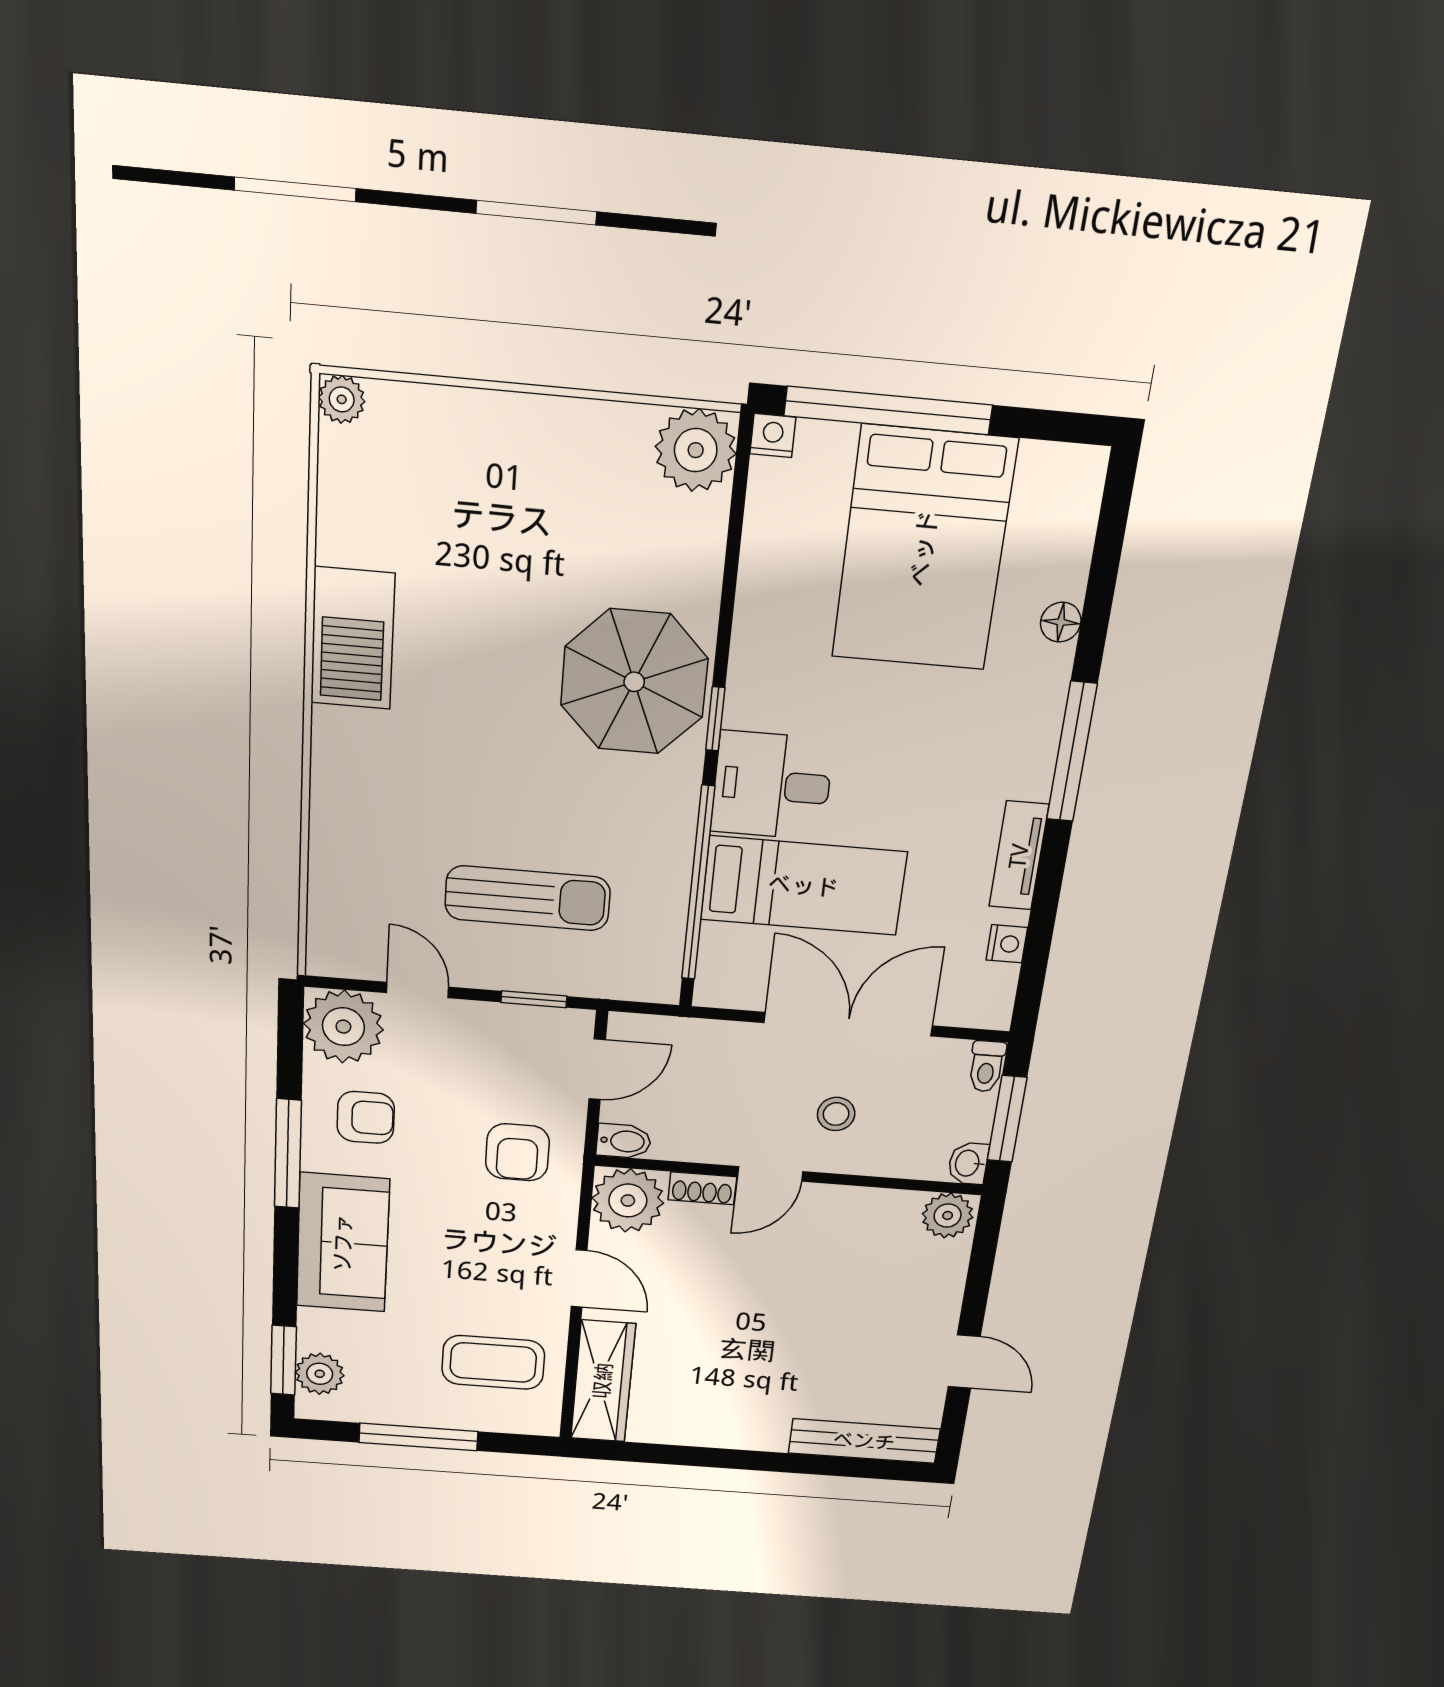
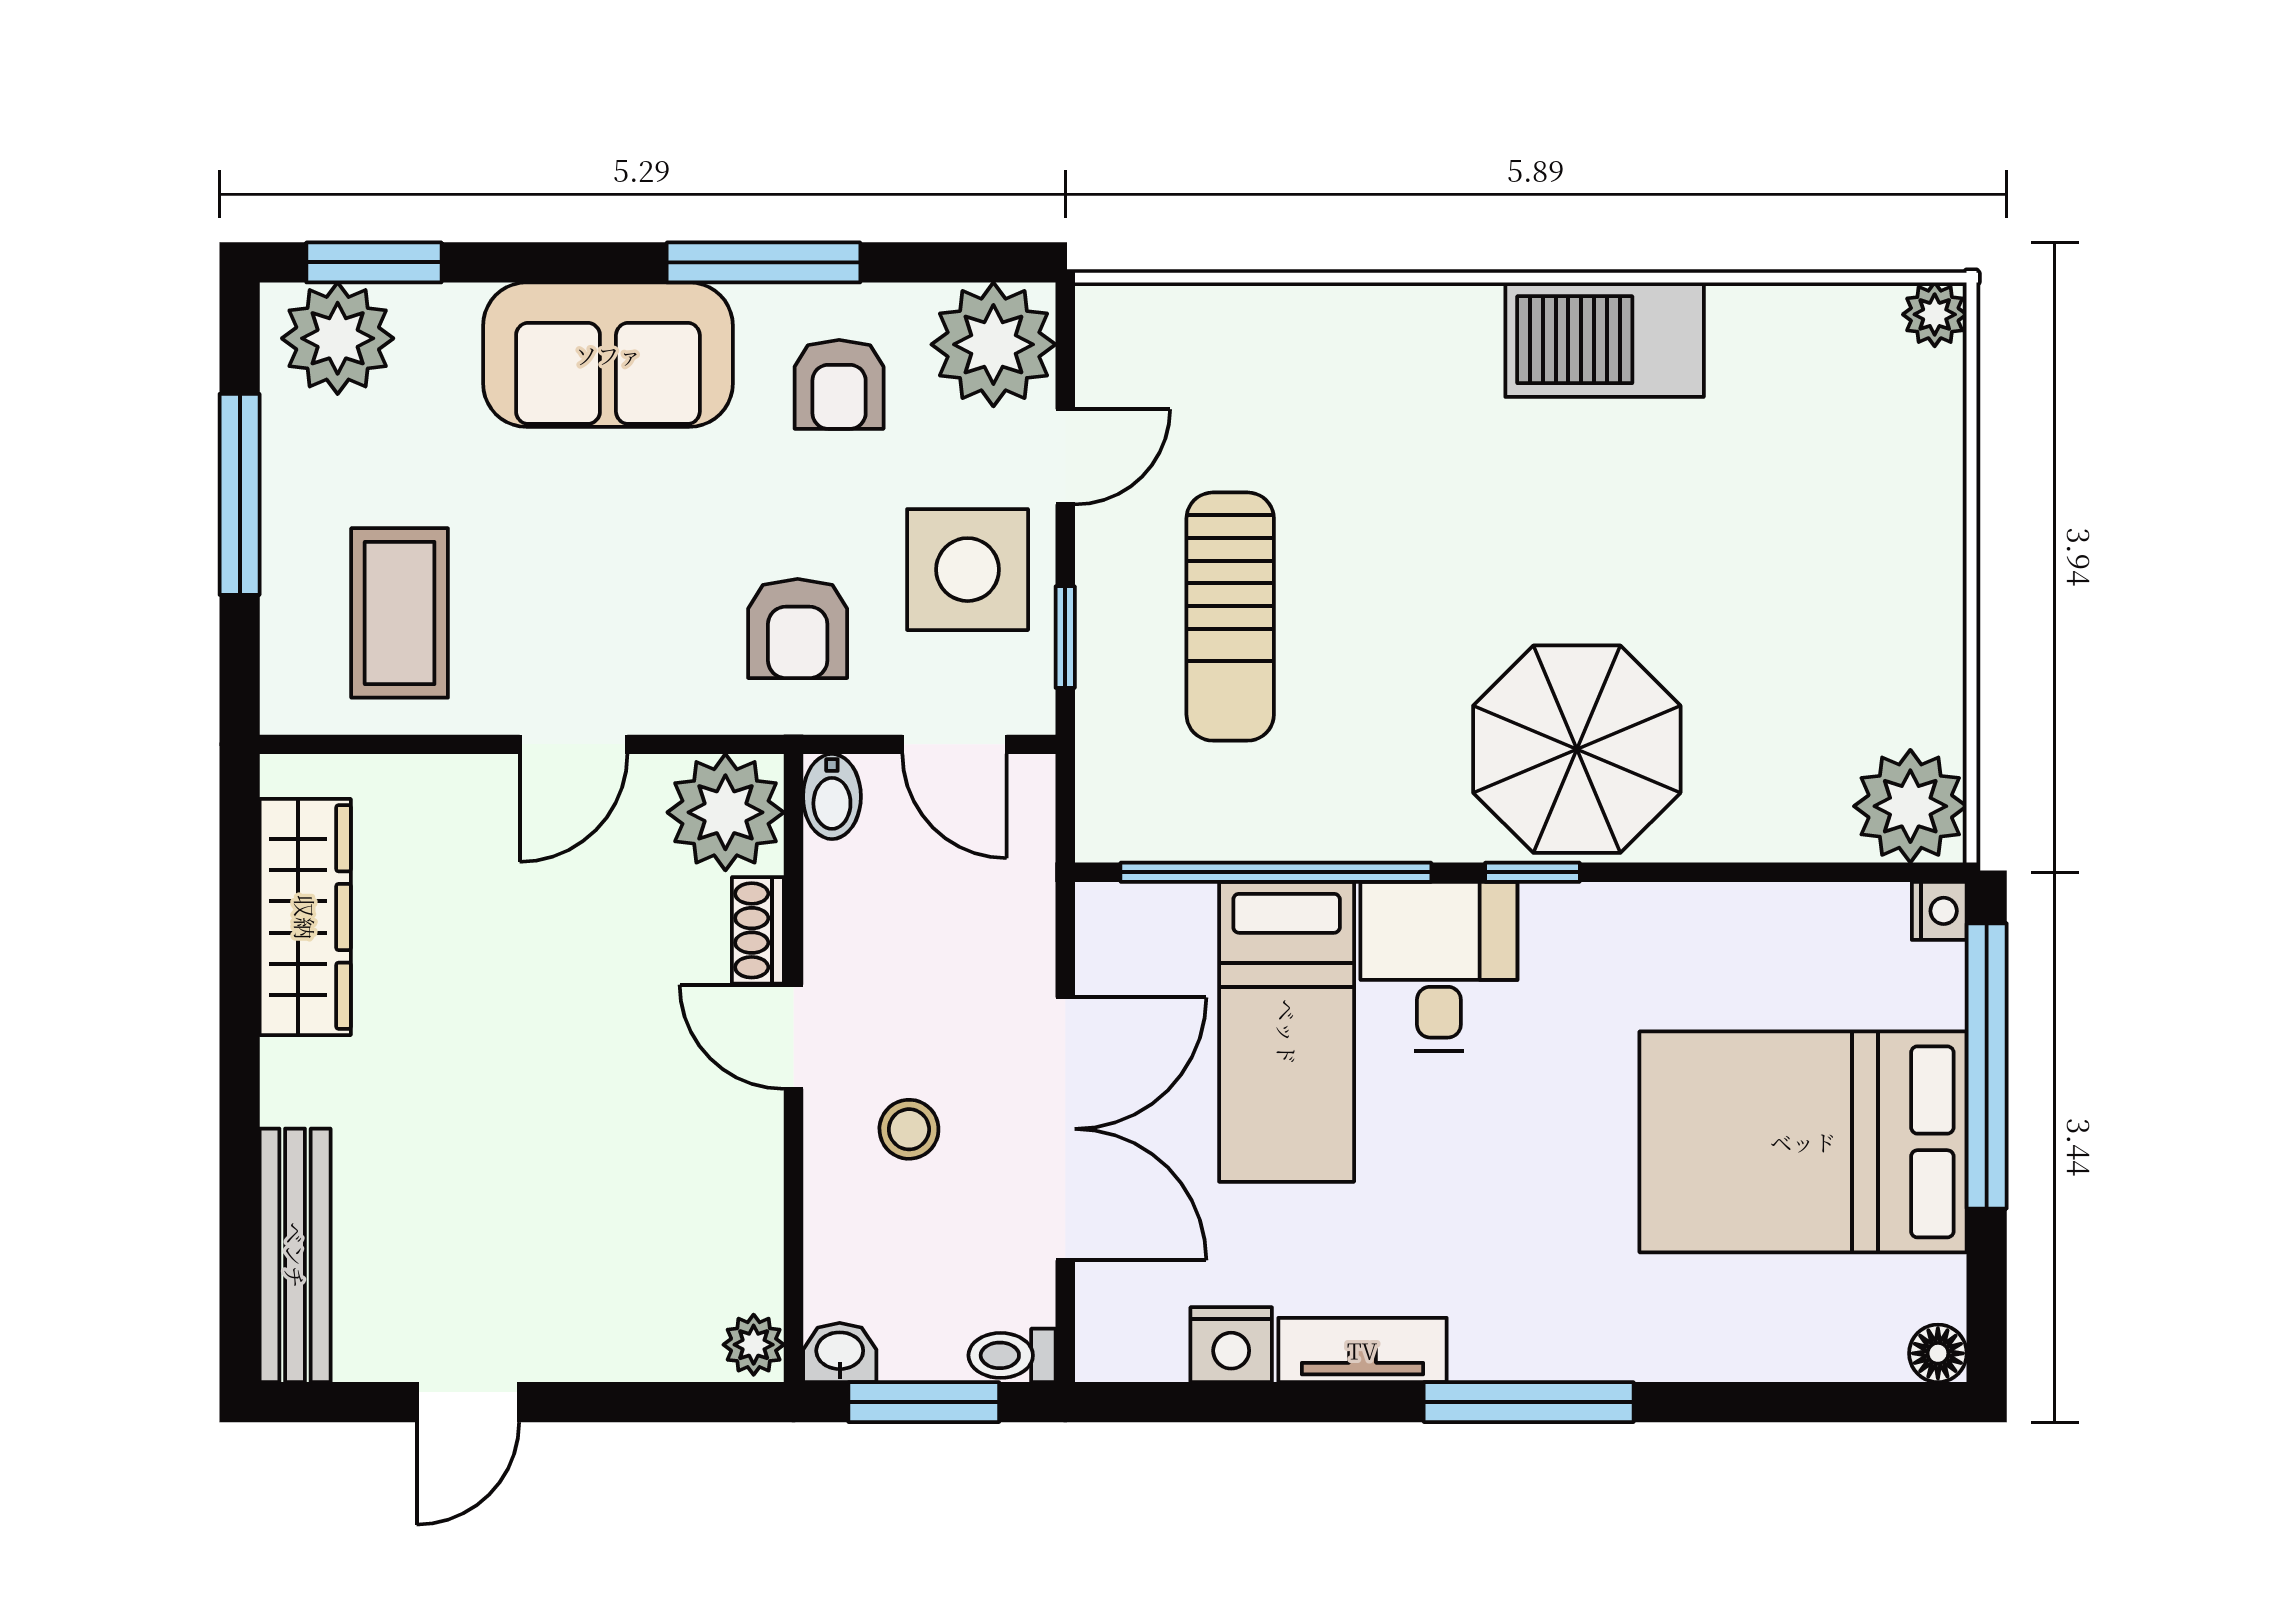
floor lamp: (1061, 622) -> (1938, 1353), moved
nightstand: (1007, 944) -> (1231, 1345), width x1.39, depth x1.35
side table: (487, 1053) -> (968, 570), added
armchair: (517, 1152) -> (798, 628), turned -90
plant: (948, 1215) -> (754, 1345), width x0.73, depth x0.73
plant: (320, 1374) -> (338, 338), width x1.36, depth x1.36
wardrobe: (603, 1381) -> (305, 917), moved, turned -90

